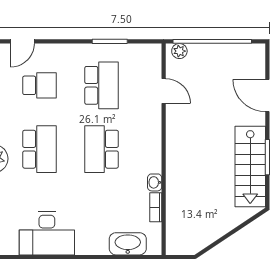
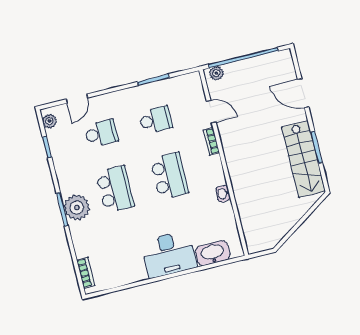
school desk: (102, 85) -> (156, 120), width x0.54
school desk: (102, 149) -> (169, 176), turned 180
bookcase: (156, 207) -> (211, 141), moved
desk: (47, 233) -> (169, 254), moved

